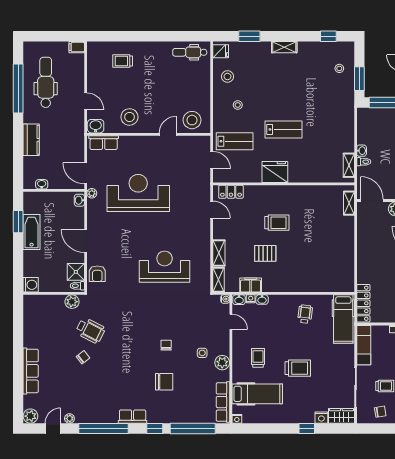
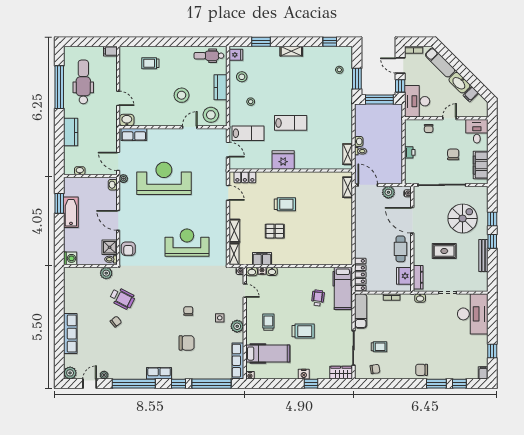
kitchen counter: (203, 88) -> (221, 87), added
stool: (129, 117) -> (182, 95), moved
wheelchair: (305, 314) -> (318, 298), moved
nightstand: (321, 418) -> (304, 374), moved

